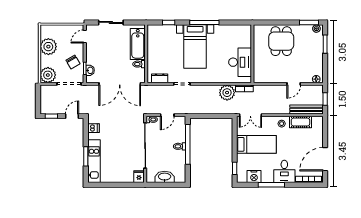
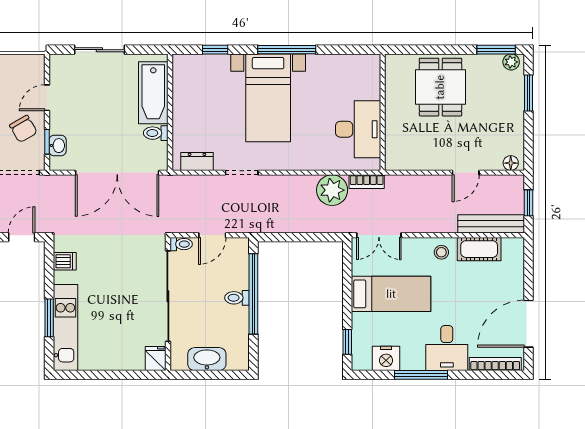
door: (85, 36) -> (47, 98), moved

